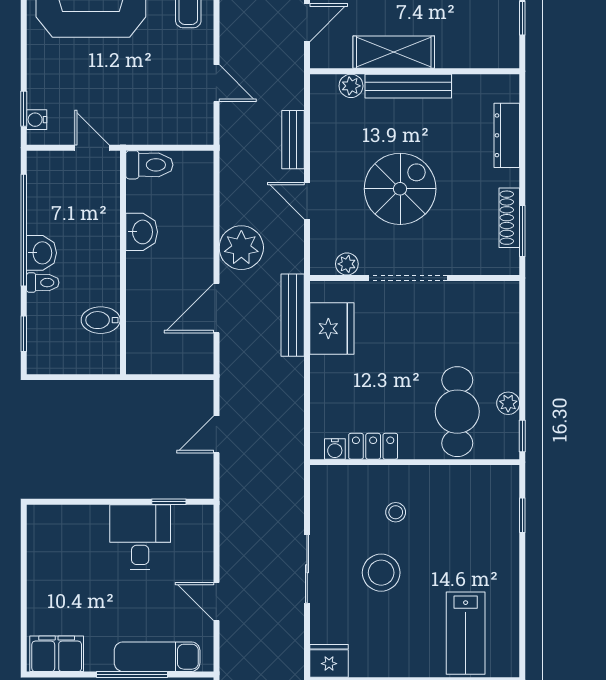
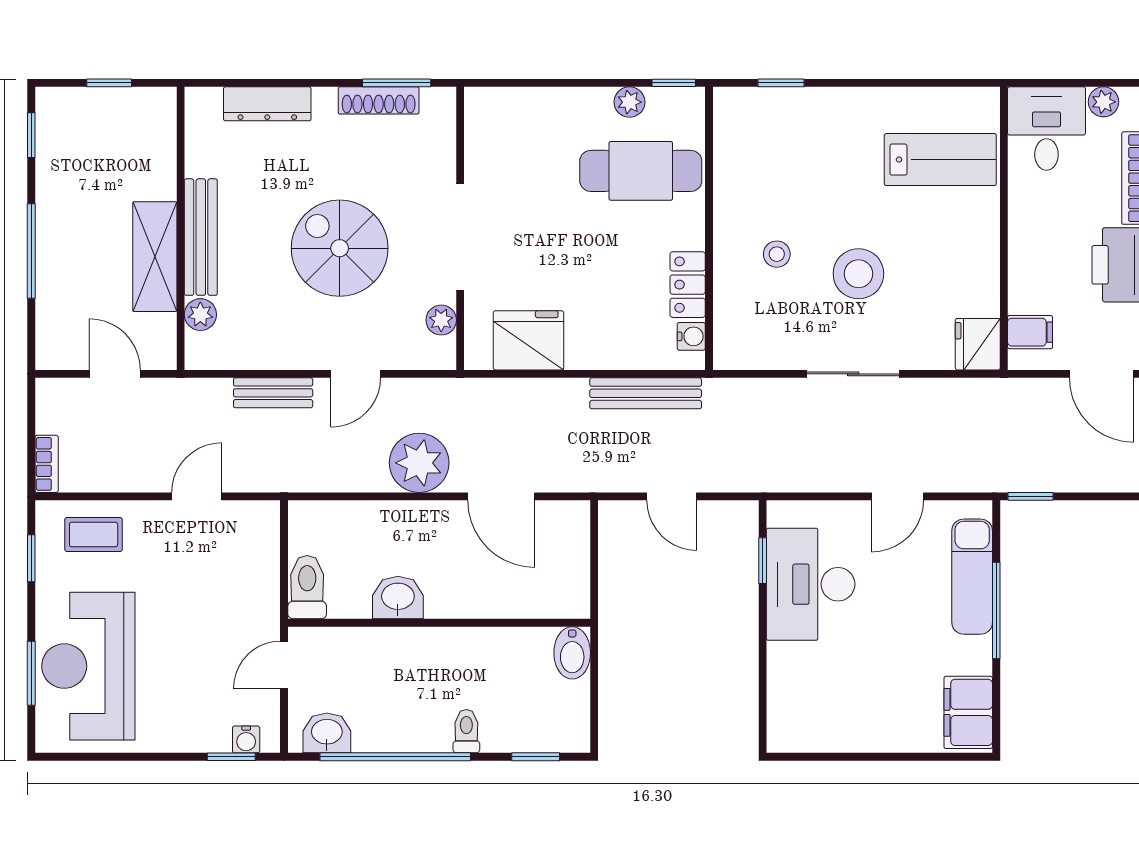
washbasin: (41, 253) -> (327, 733), moved
bench: (293, 315) -> (646, 393), moved
bidet: (101, 320) -> (572, 653), moved
desk: (140, 537) -> (811, 584), width x1.37

